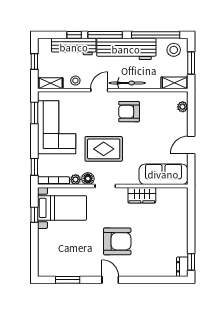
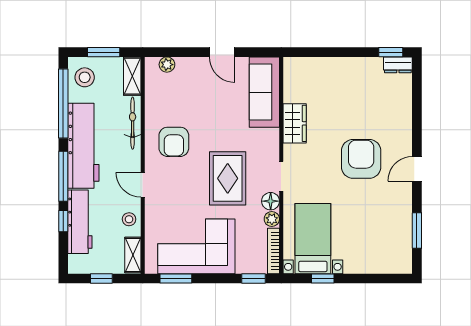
bicycle: (127, 83) -> (133, 123), moved

